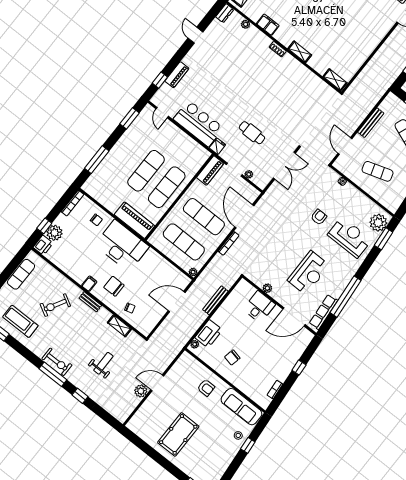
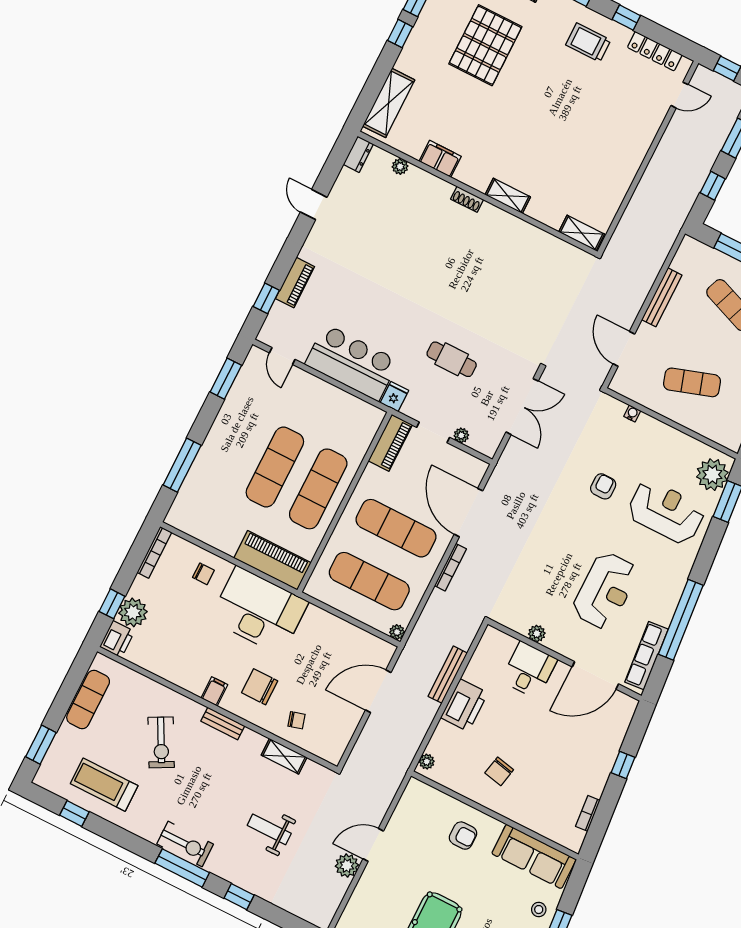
exercise bike: (55, 305) -> (161, 742), turned -57
printer: (209, 334) -> (464, 705), moved
weight bench: (103, 363) -> (269, 829), turned -90

